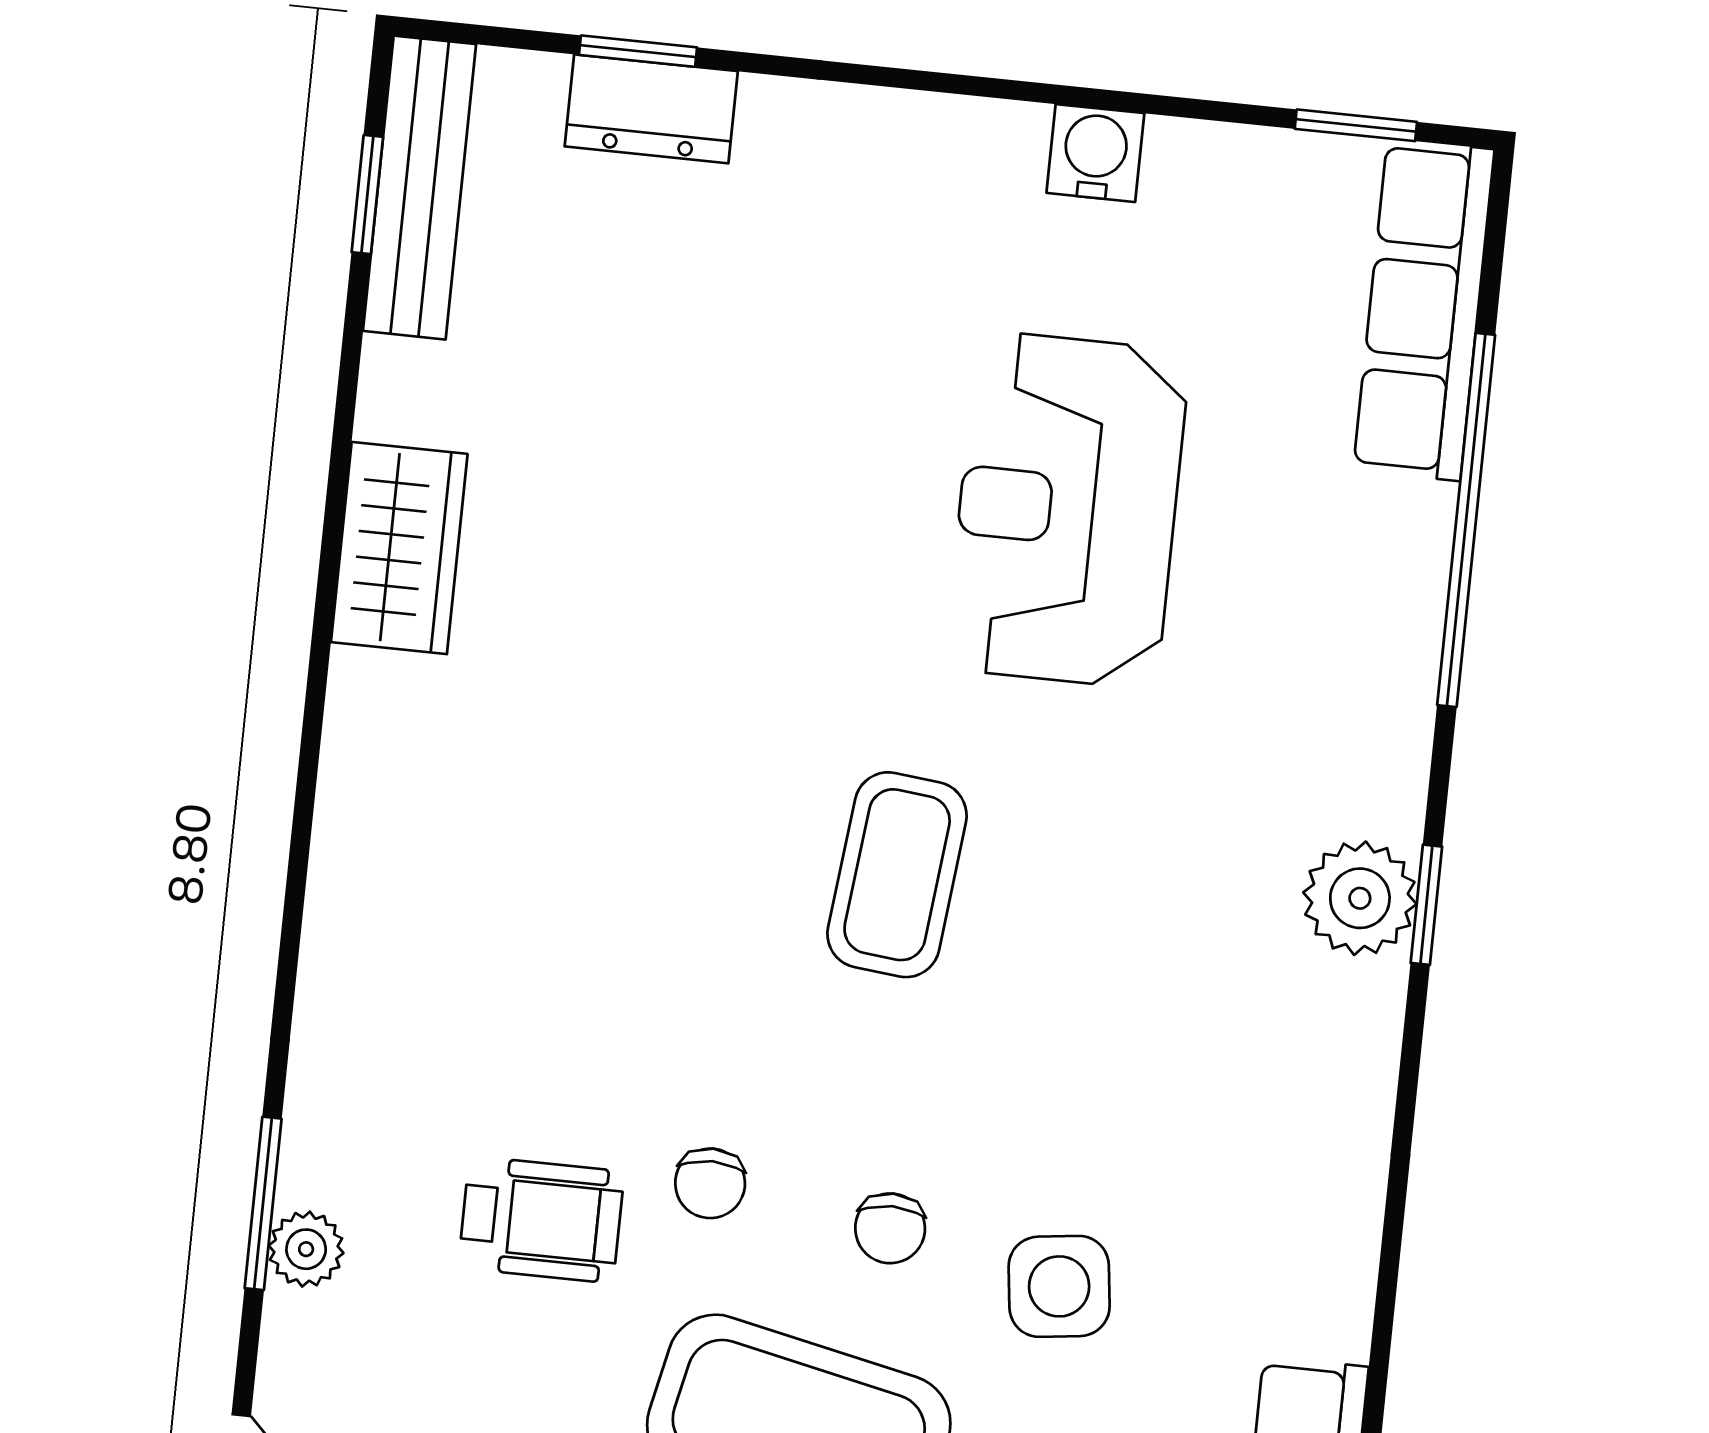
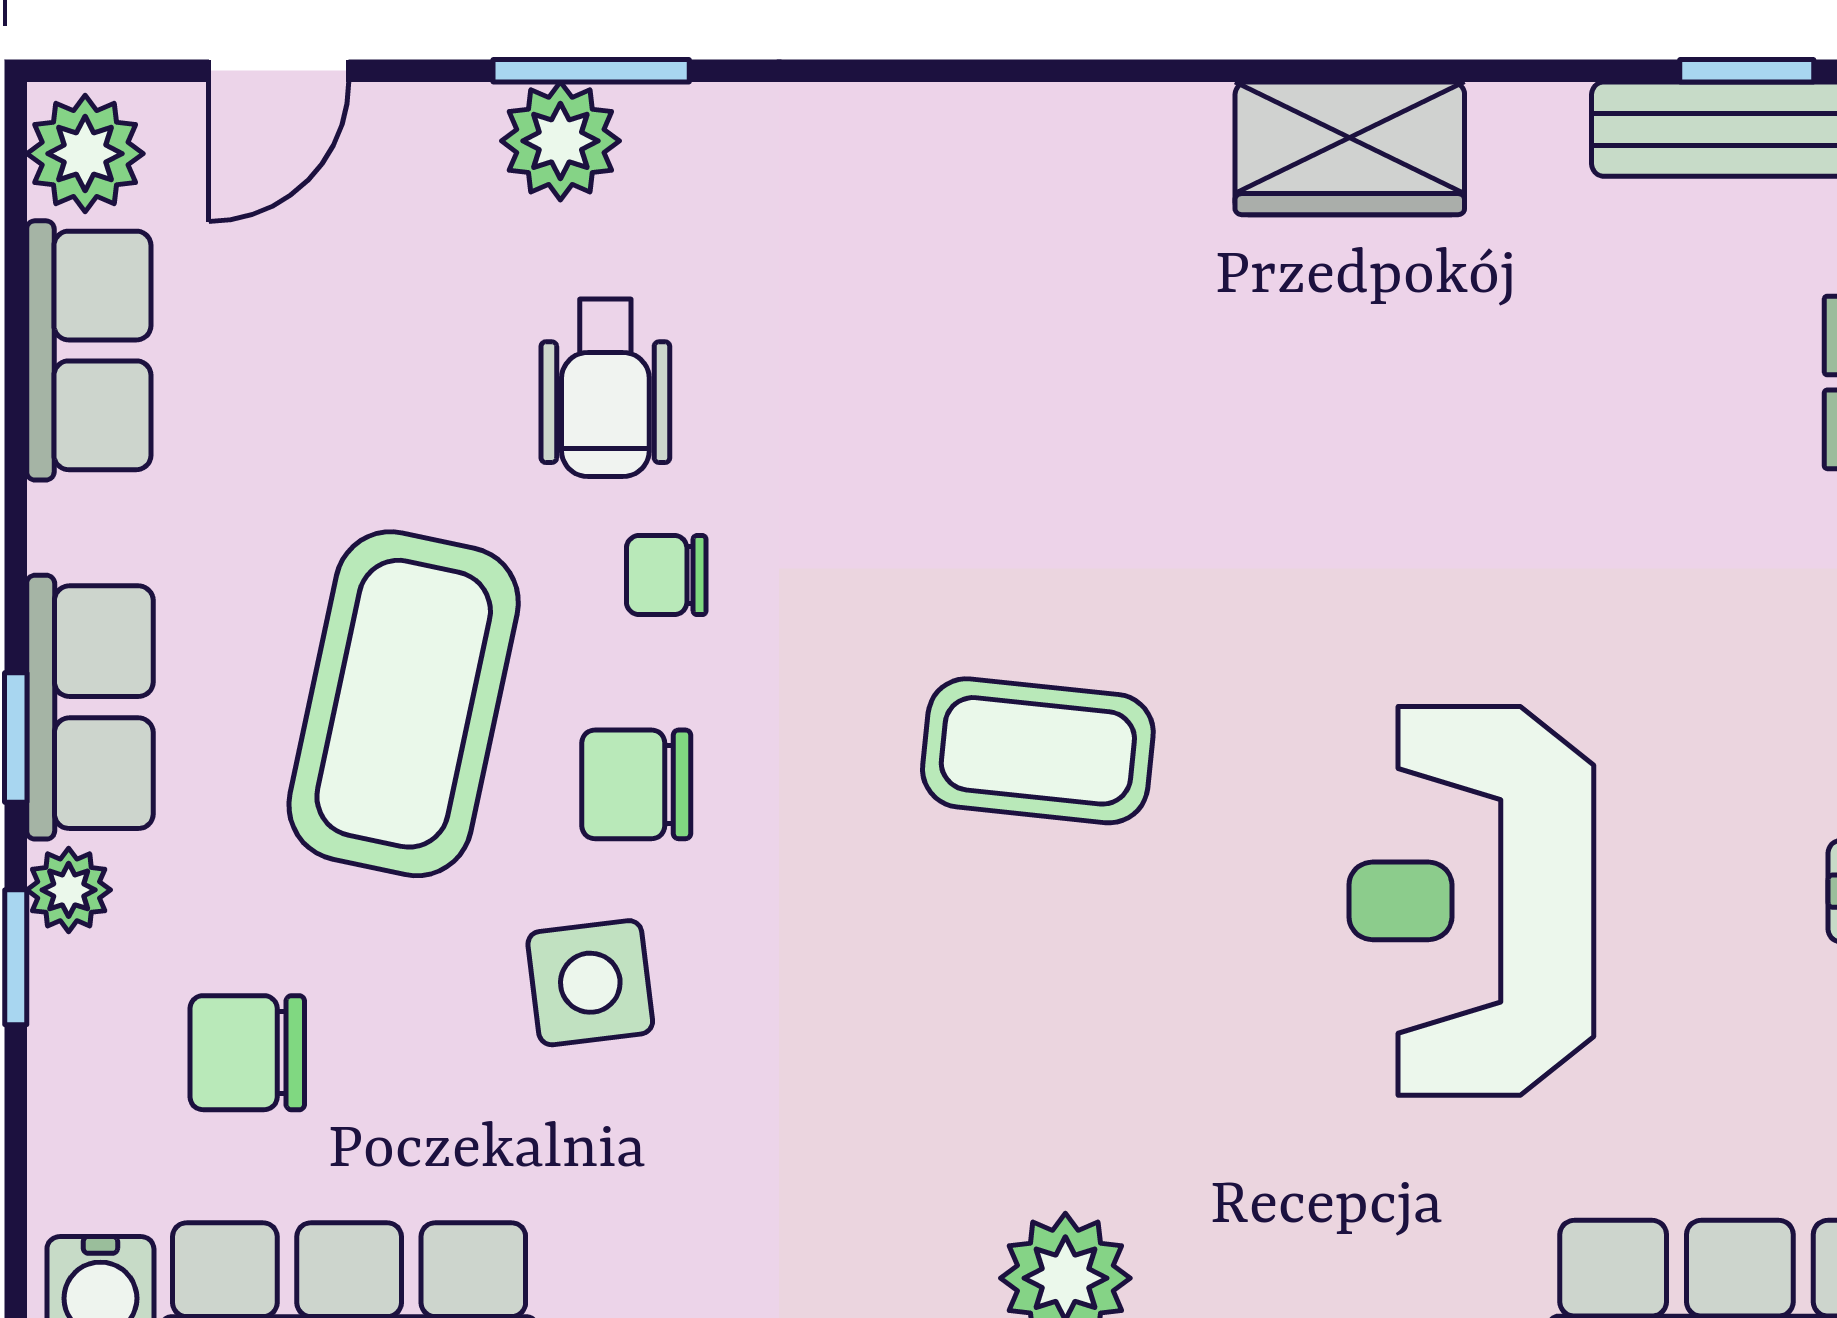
reception desk: (1067, 510) -> (1471, 901), turned -90
chair: (890, 1228) -> (636, 784), width x1.37, depth x1.37
plant: (306, 1249) -> (560, 141), width x1.38, depth x1.38

